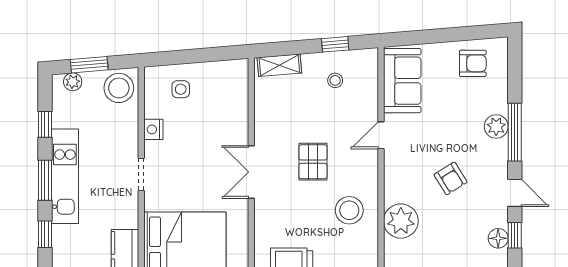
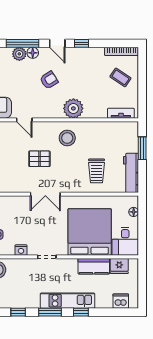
kitchen unit: (65, 176) -> (68, 301), moved
door: (515, 193) -> (57, 43), swing flipped
floor lamp: (498, 238) -> (33, 53), moved

